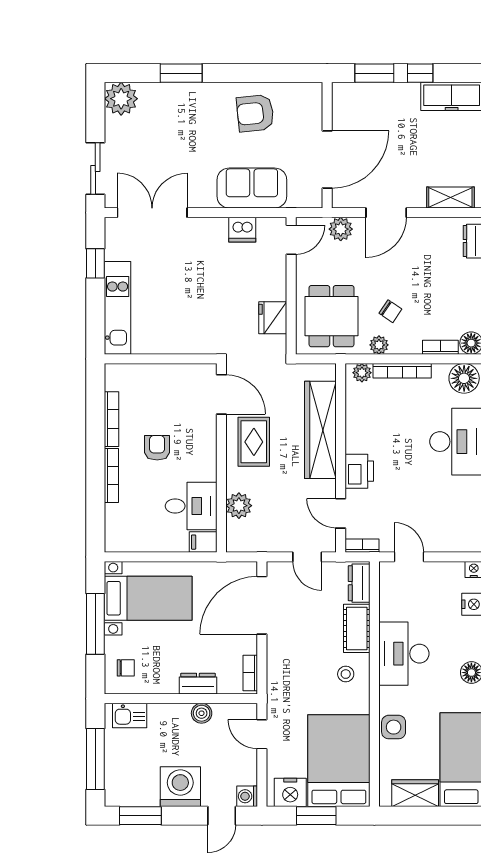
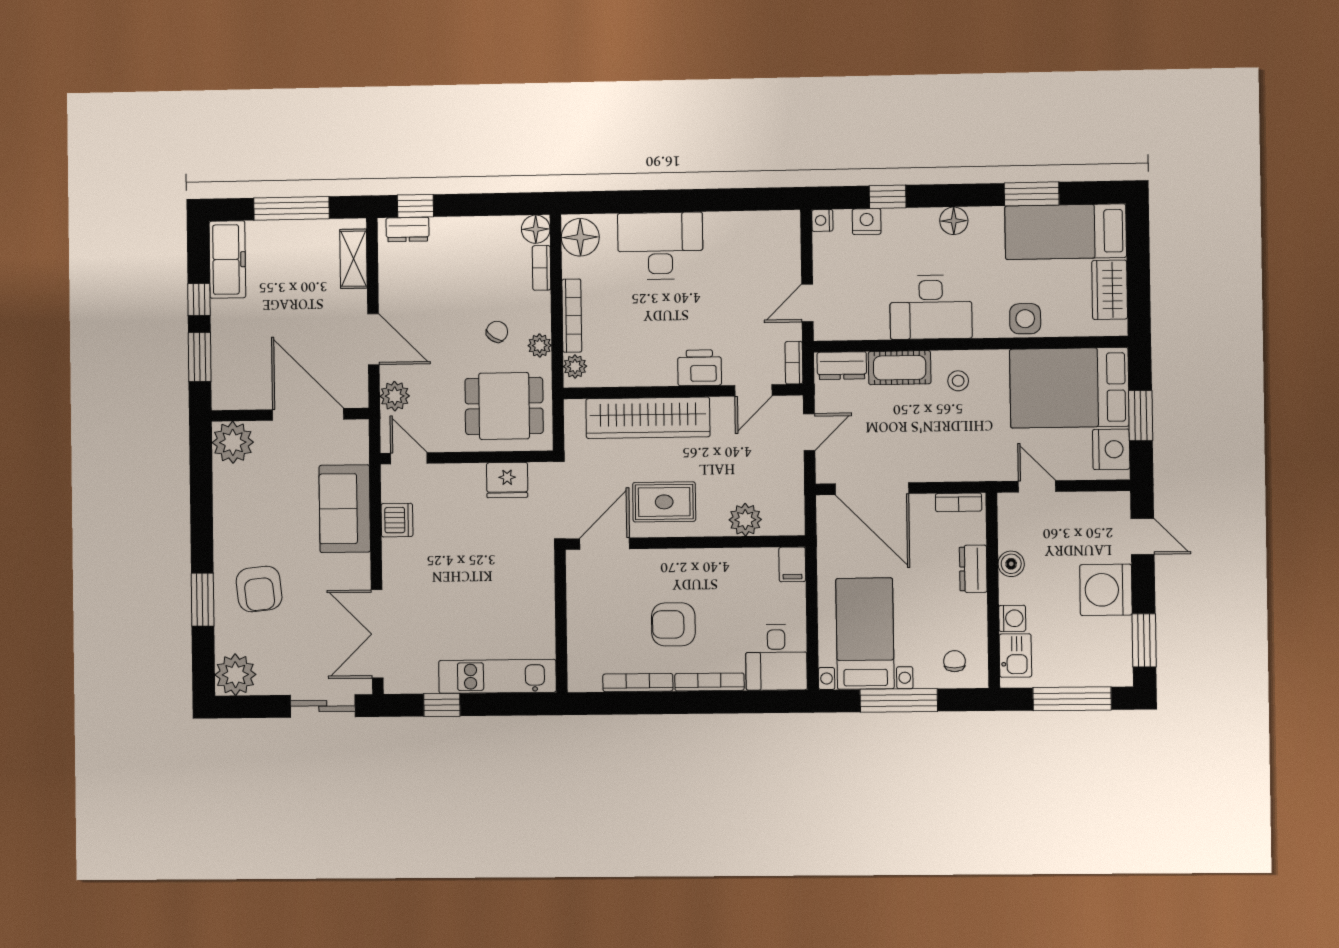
plant: (306, 99) -> (233, 442), added
armchair: (255, 113) -> (259, 589), moved
armchair: (157, 448) -> (673, 624), width x1.38, depth x1.38
desk: (191, 506) -> (776, 657), moved, turned 180
door: (262, 734) -> (1037, 486), swing flipped
washing machine: (247, 796) -> (1012, 618), moved, turned -90

